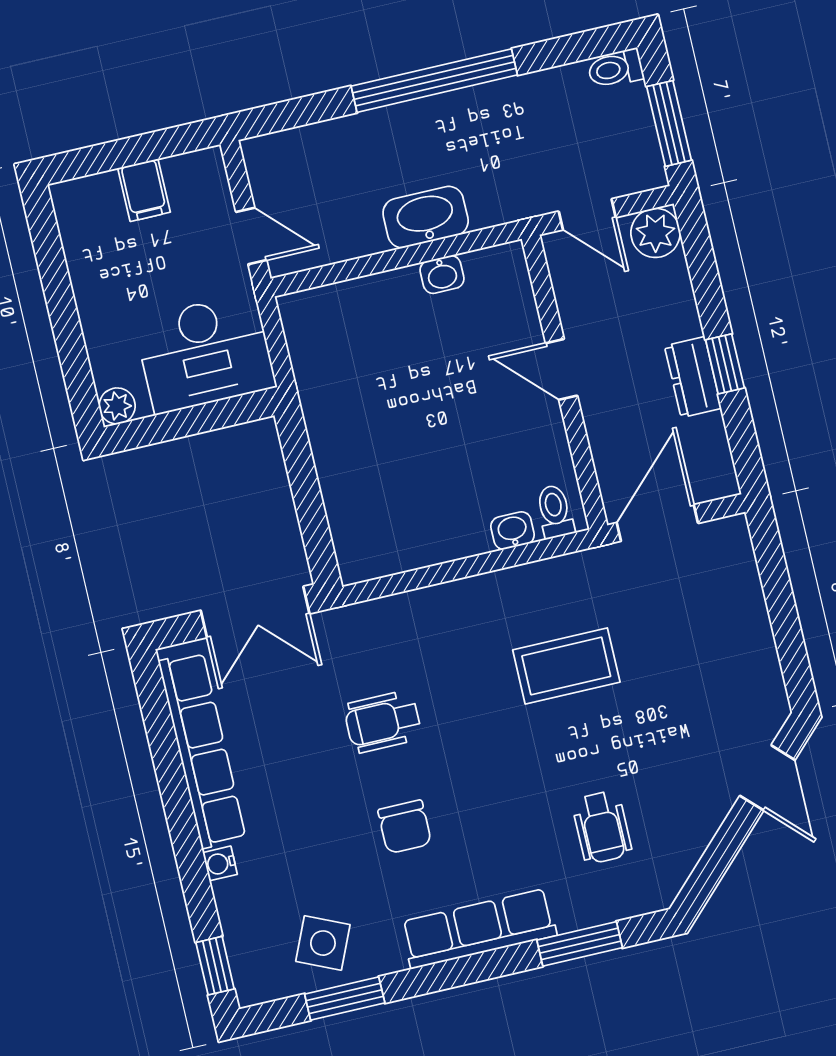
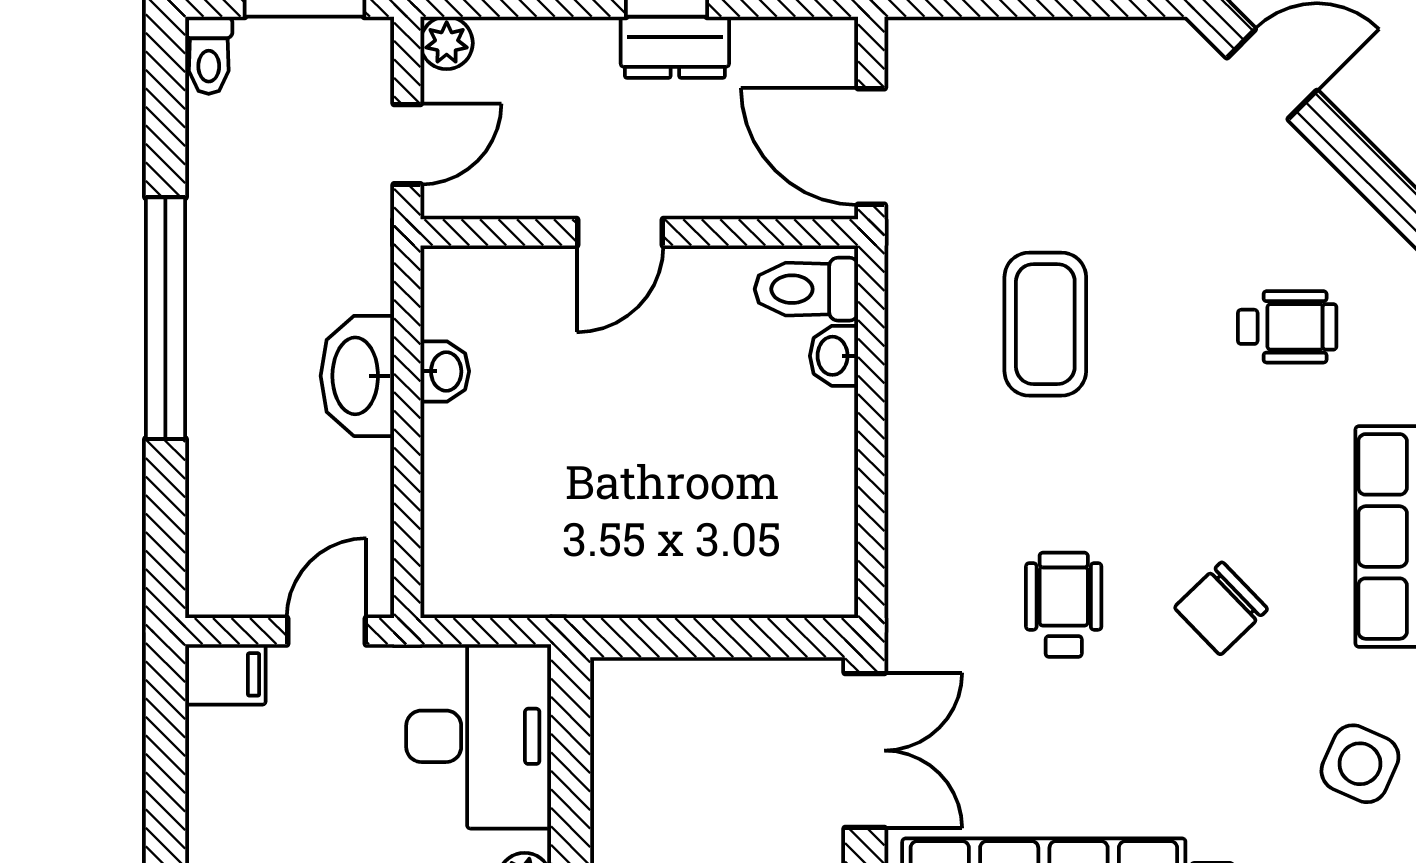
filing cabinet: (144, 190) -> (225, 674), moved
plant: (656, 233) -> (447, 43), width x0.73, depth x0.73
toilet: (555, 512) -> (806, 289), width x1.37, depth x1.39
wheelchair: (383, 722) -> (1064, 605), turned 180
chair: (405, 827) -> (1221, 608), turned 136

